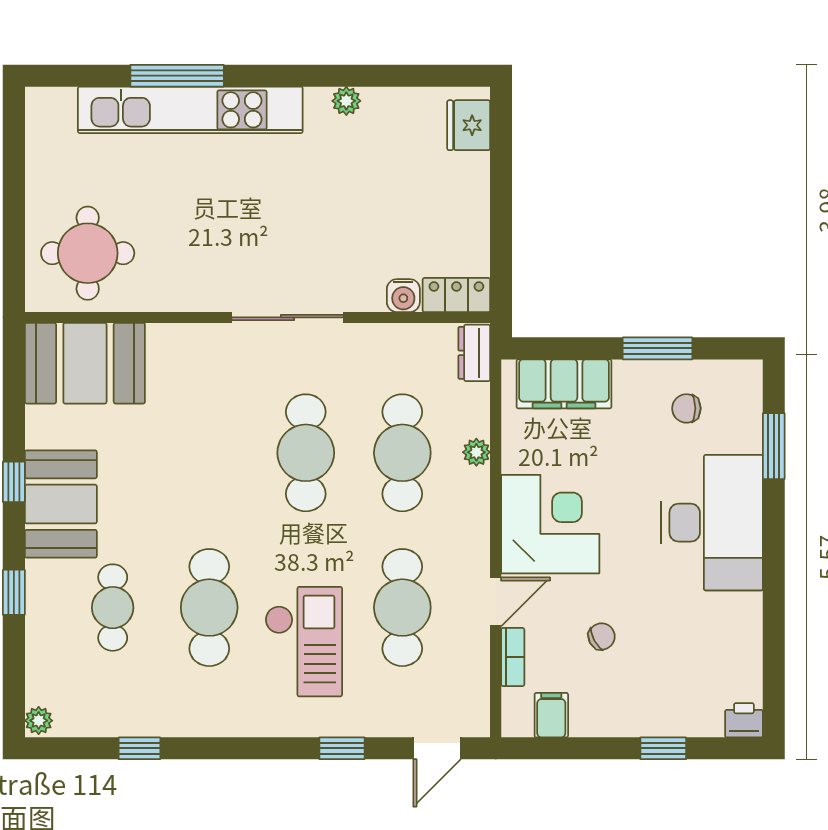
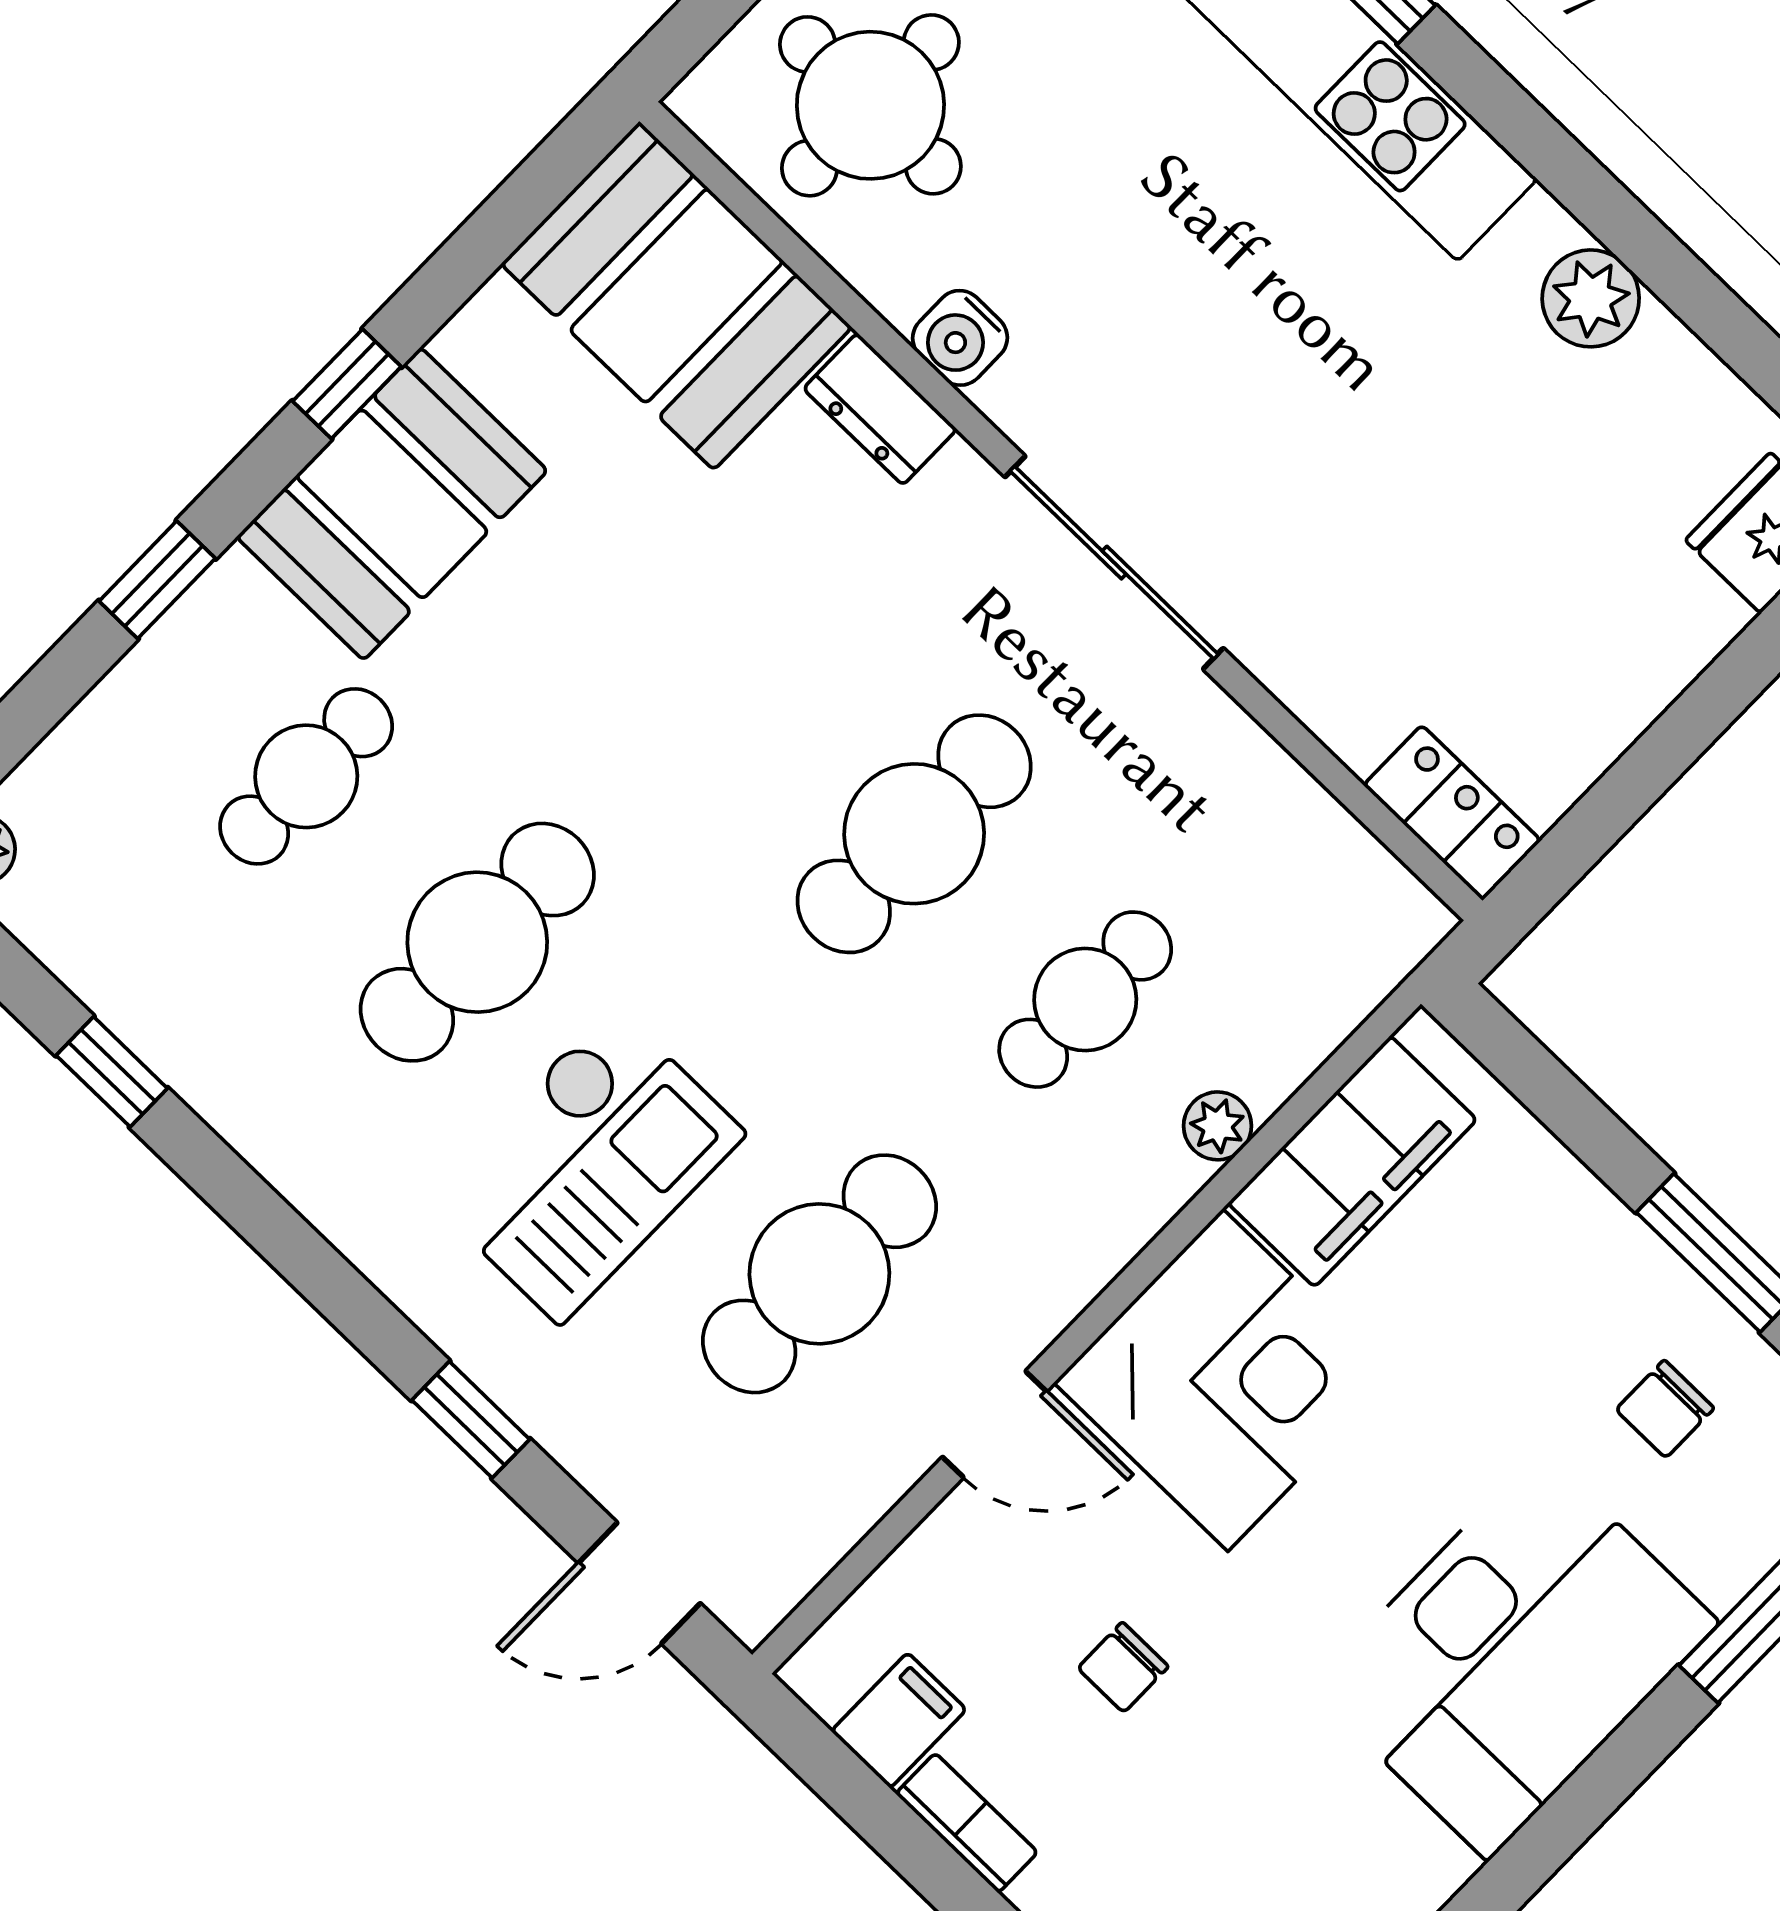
plant: (346, 101) -> (1591, 298), width x1.38, depth x1.38
water cooler: (403, 296) -> (960, 338), moved
dresser: (474, 353) -> (880, 409), moved, turned -90
filing cabinet: (564, 384) -> (1352, 1161), moved, turned -90
chair: (686, 408) -> (1665, 1409), turned -90
cafe table: (402, 453) -> (1085, 1000), width x0.73, depth x0.74
chair: (602, 636) -> (1123, 1667), turned 118
bookcase: (513, 657) -> (967, 1823), moved, turned -90

